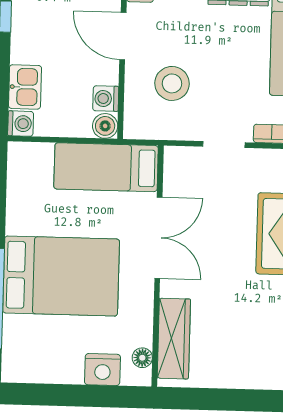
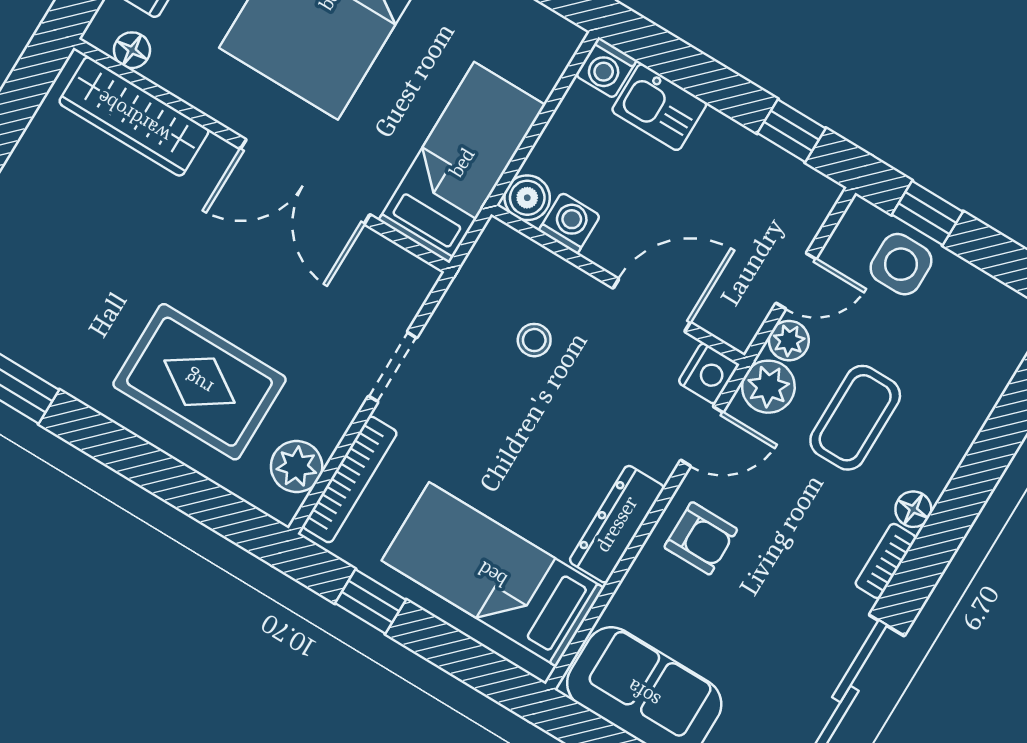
stool: (172, 83) -> (534, 340), width x0.53, depth x0.53

